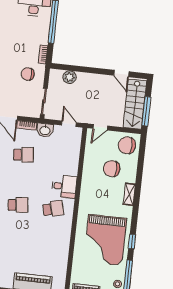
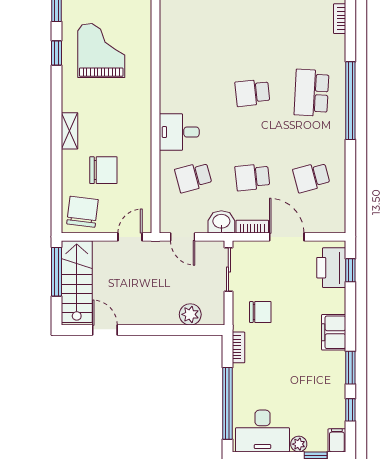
chair: (127, 145) -> (82, 212), turned -85
school desk: (53, 209) -> (193, 177), moved
grand piano: (105, 240) -> (101, 50), width x0.73, depth x0.68

